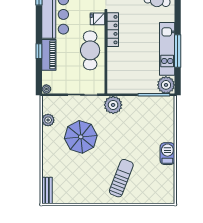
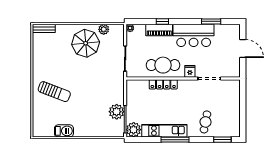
locker: (113, 30) -> (163, 84), moved
window: (178, 51) -> (175, 140), moved
plant: (113, 105) -> (117, 112), moved
parasol: (81, 137) -> (86, 43), moved
barbecue: (167, 154) -> (64, 131), moved

